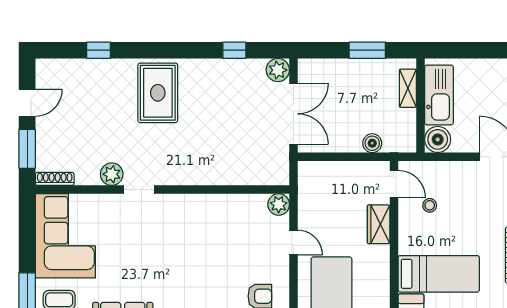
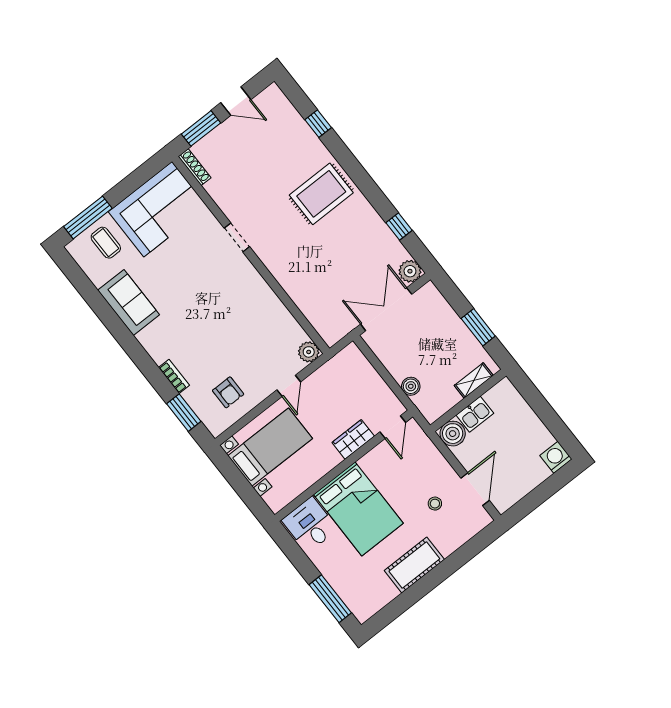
kitchen sink: (439, 95) -> (475, 414), width x0.53, depth x0.81
double door: (294, 114) -> (386, 309), swing flipped
plant: (112, 174) -> (232, 208), removed
stool: (430, 205) -> (435, 504), moved
bed: (439, 274) -> (358, 509), width x1.50

